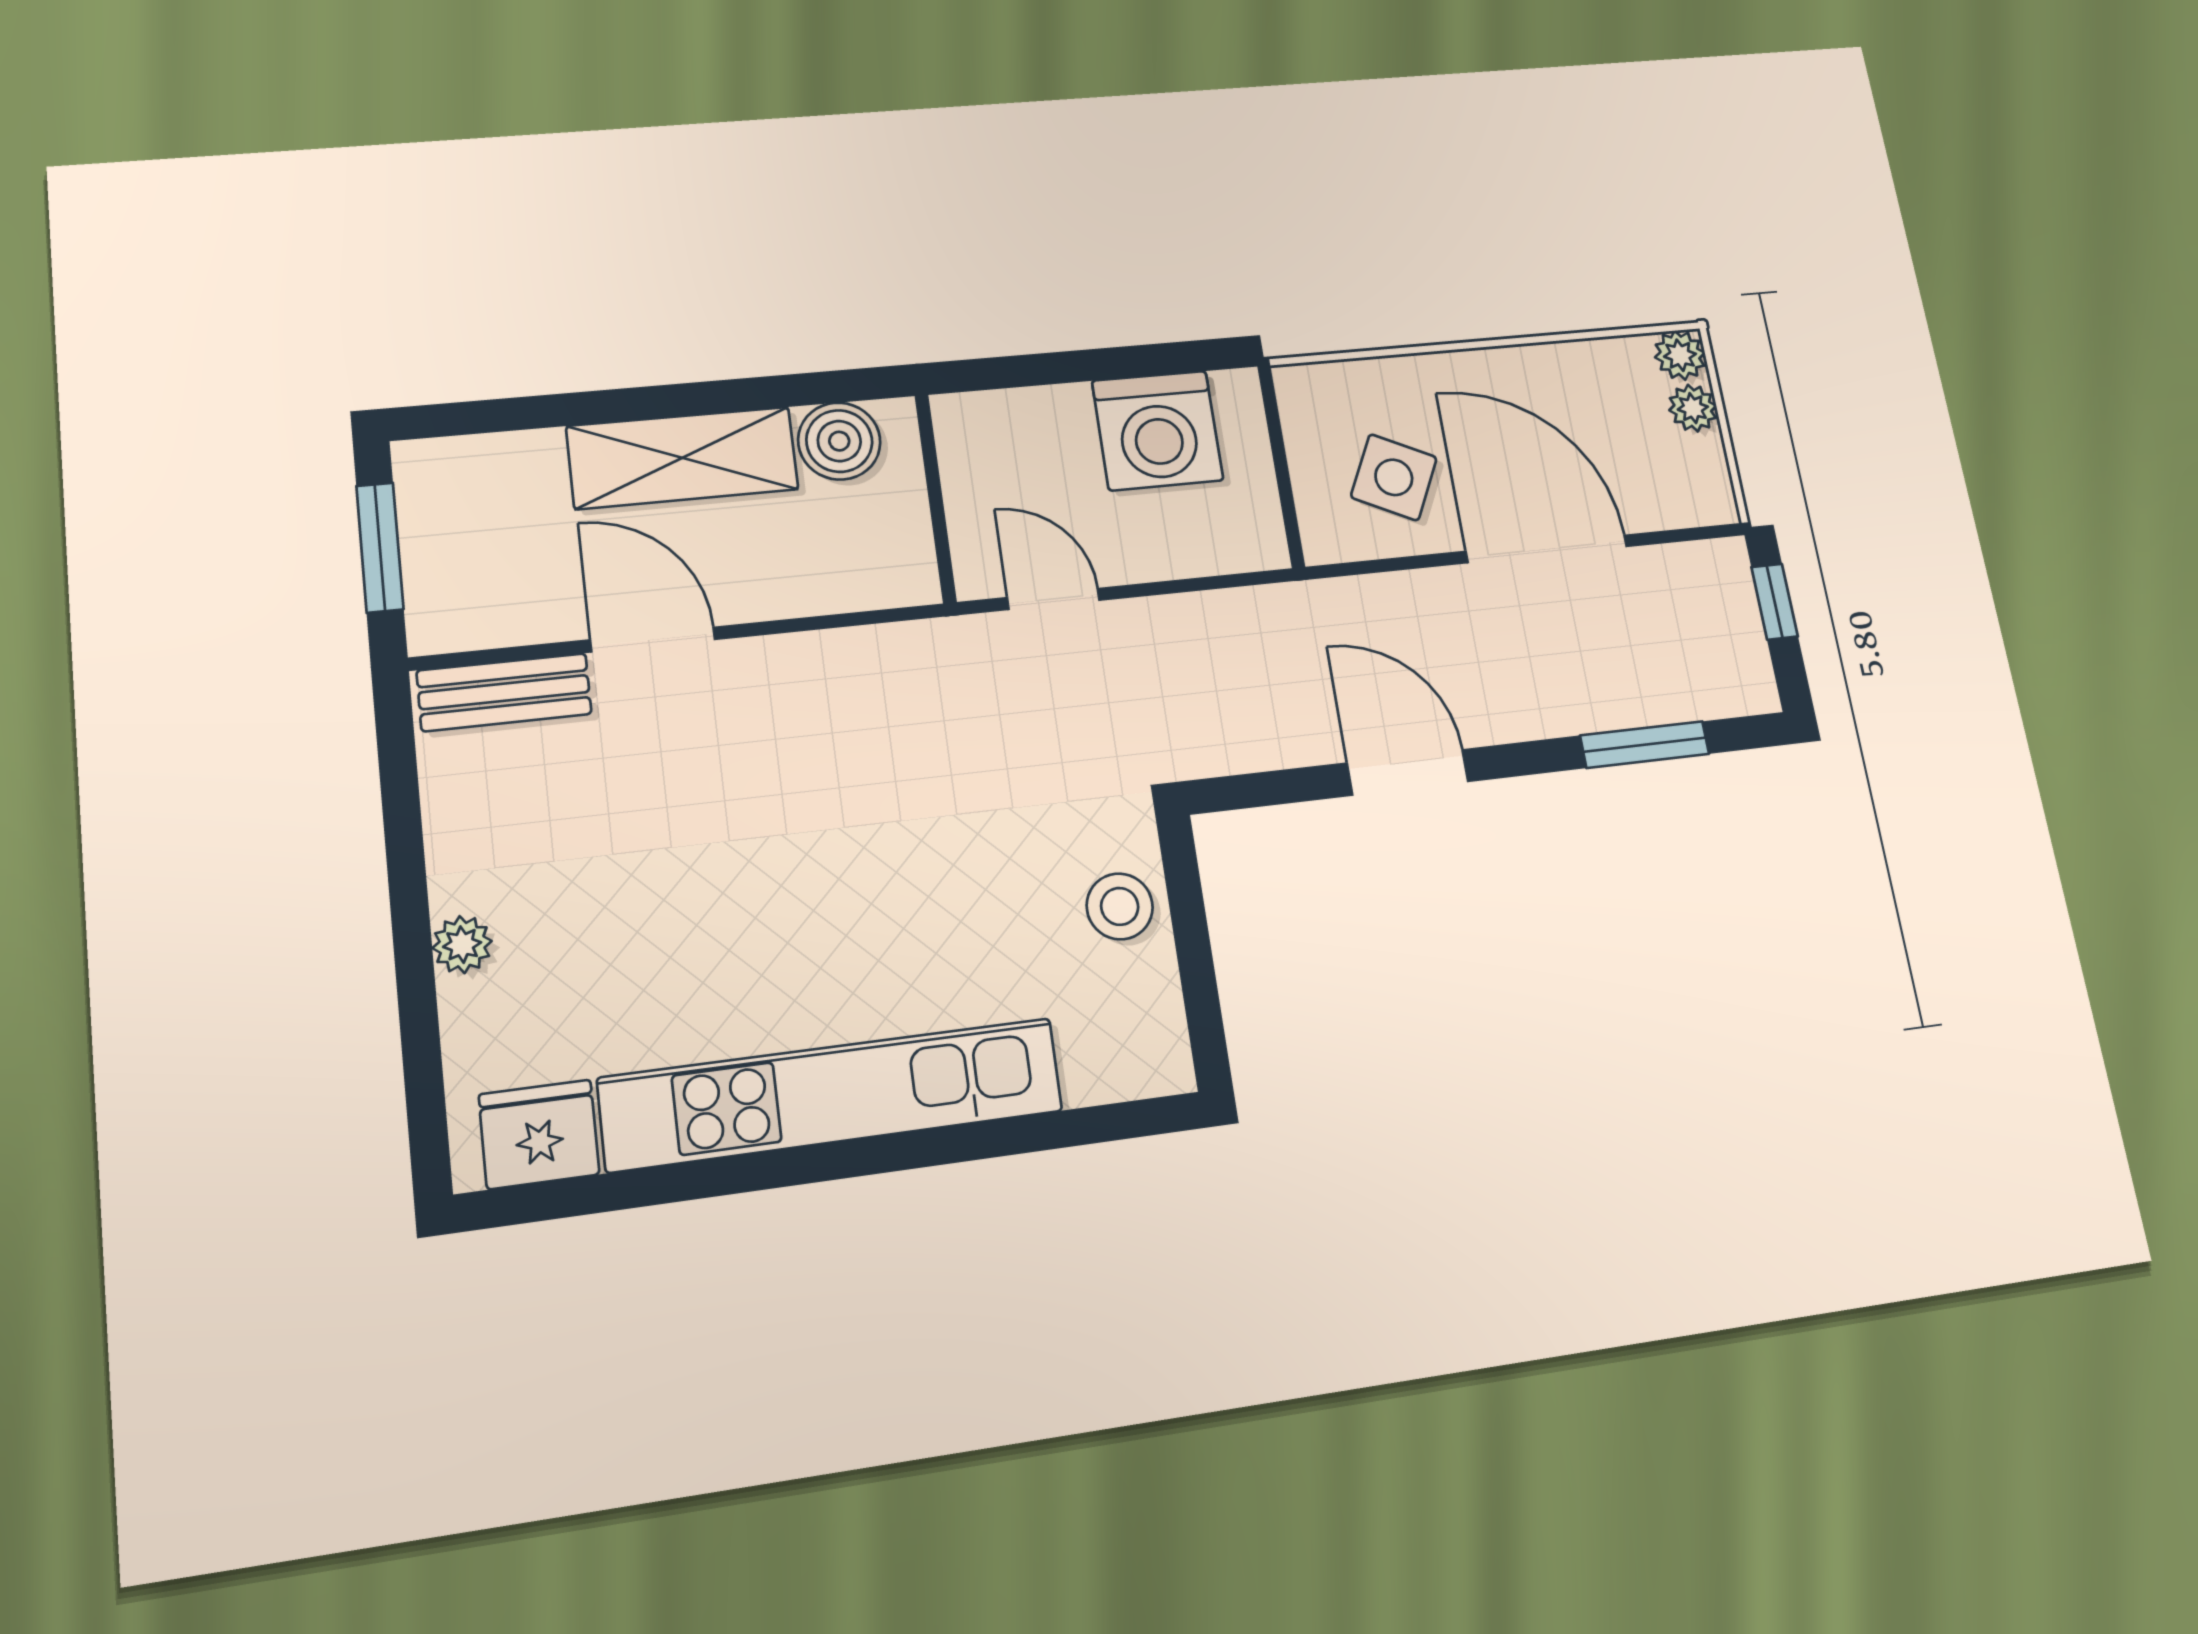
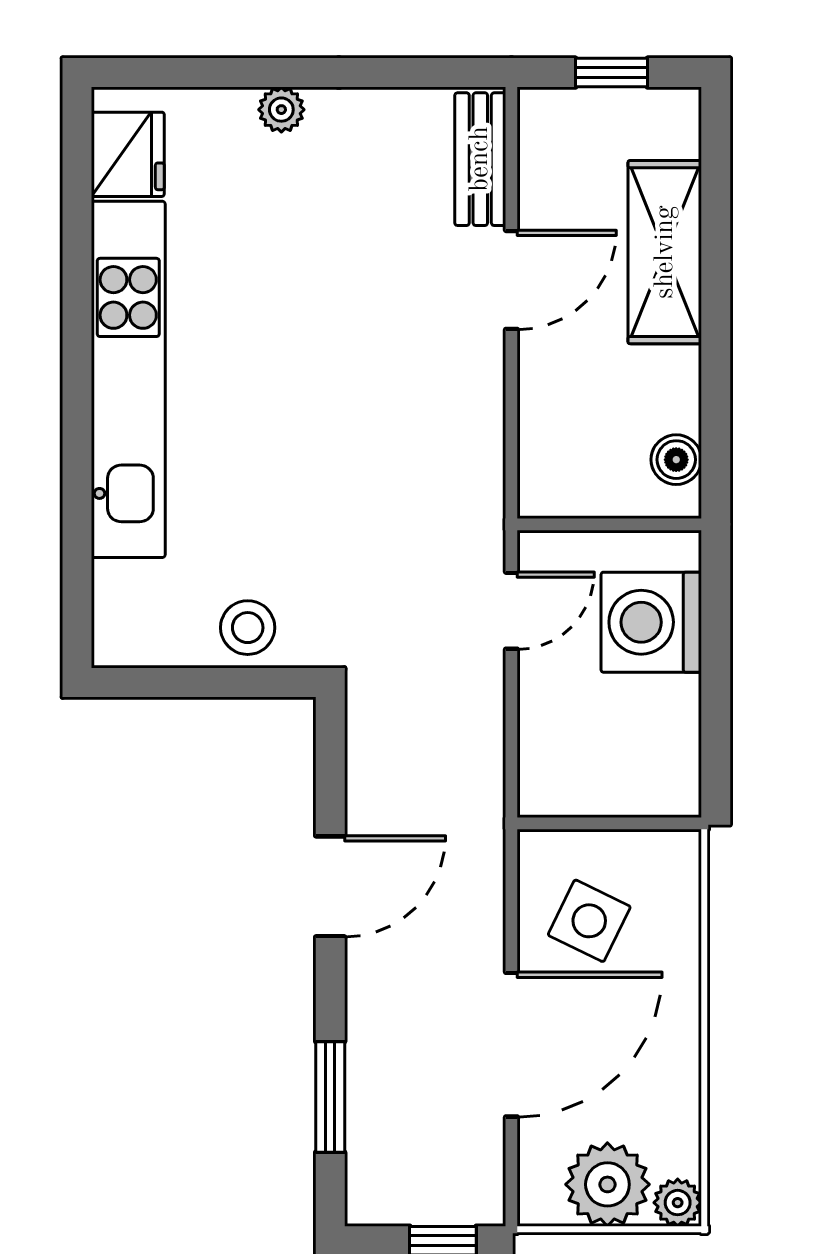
plant: (1693, 408) -> (607, 1184), width x1.88, depth x1.88
washing machine: (1158, 430) -> (651, 622), moved
boiler: (839, 441) -> (676, 460), width x0.73, depth x0.73
shelving: (682, 458) -> (665, 252), moved
window: (380, 547) -> (611, 73), width x0.67

